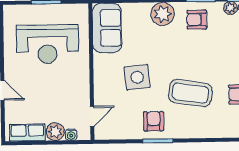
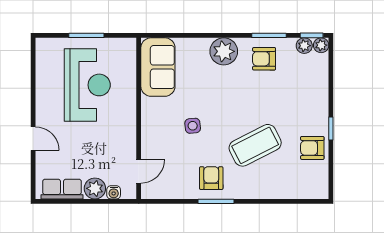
reception desk: (47, 44) -> (87, 85), turned -90
side table: (137, 77) -> (193, 126), width x0.54, depth x0.54
coffee table: (190, 93) -> (255, 145), turned -36

